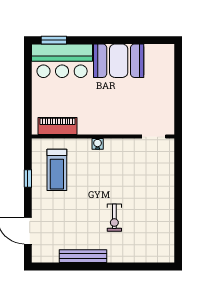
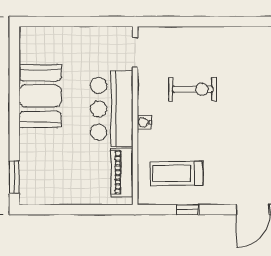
bar counter: (62, 61) -> (112, 109), moved, turned 180
treadmill: (57, 170) -> (177, 173), turned 180
exercise bike: (114, 218) -> (193, 89), moved, width x1.38, depth x1.39

